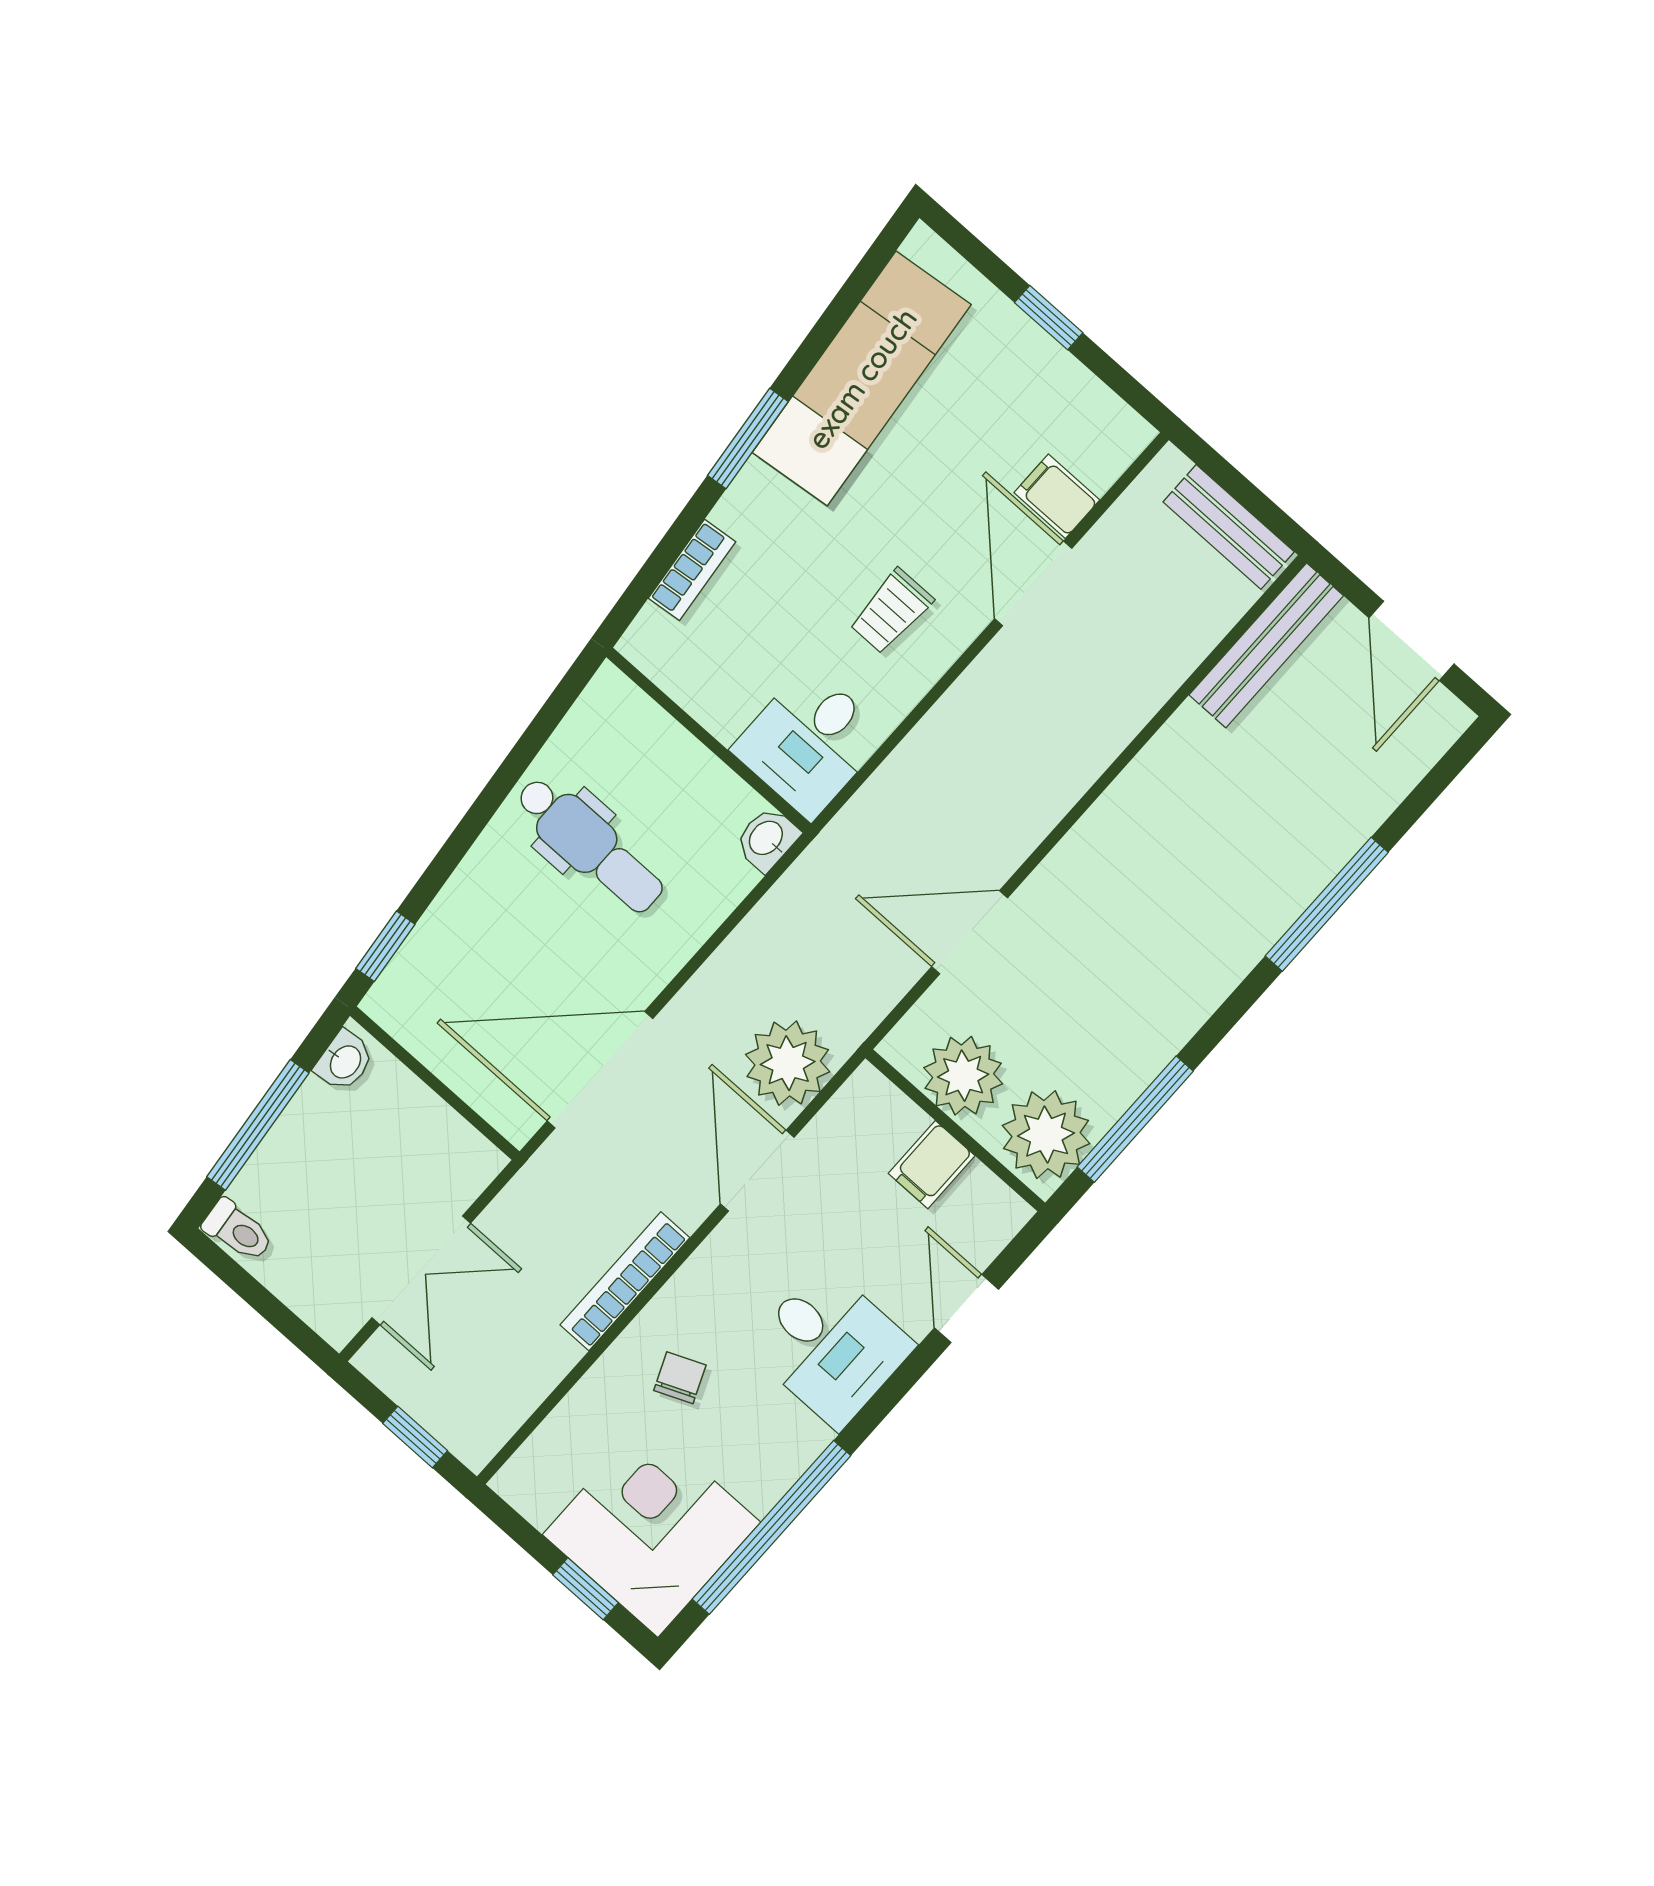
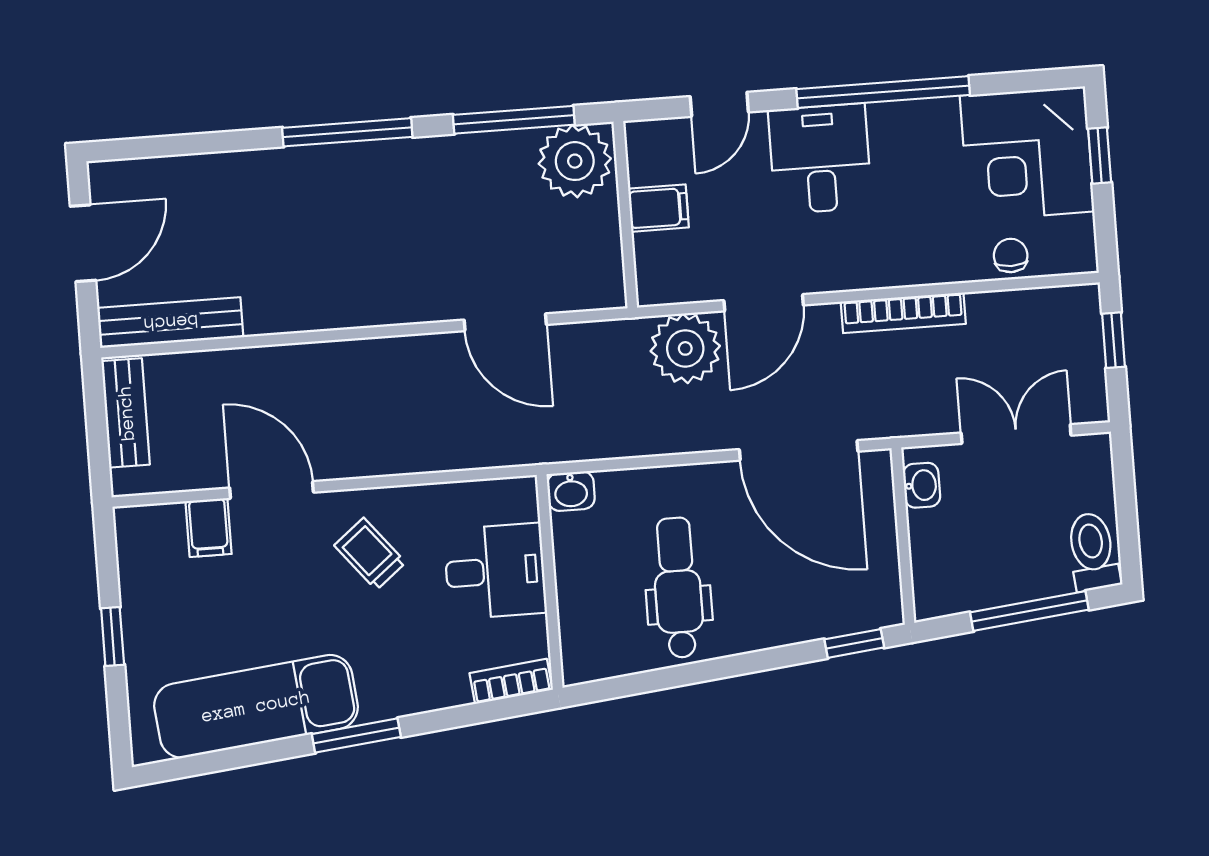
bookcase: (692, 570) -> (511, 681), moved
door: (1033, 584) -> (272, 490), swing flipped
trolley: (891, 611) -> (370, 554), turned -129
desk: (809, 742) -> (495, 571), moved
window: (1327, 904) -> (347, 132), moved
washbasin: (344, 1061) -> (922, 485), moved, turned 96
plant: (963, 1076) -> (590, 242), removed
toilet: (238, 1231) -> (1093, 551), width x1.37, depth x1.39
chair: (680, 1378) -> (1011, 256), moved, turned 113
window: (772, 1527) -> (883, 92), moved

